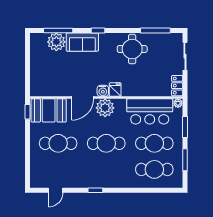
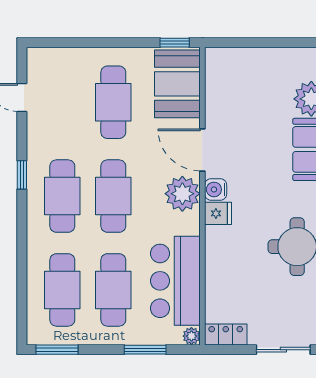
window: (185, 160) -> (57, 350), moved
cafe table: (106, 169) -> (62, 196), added

